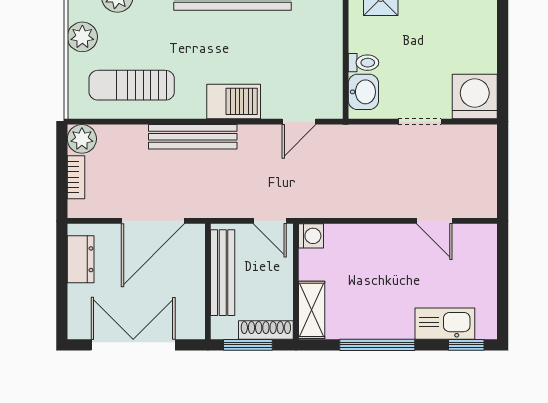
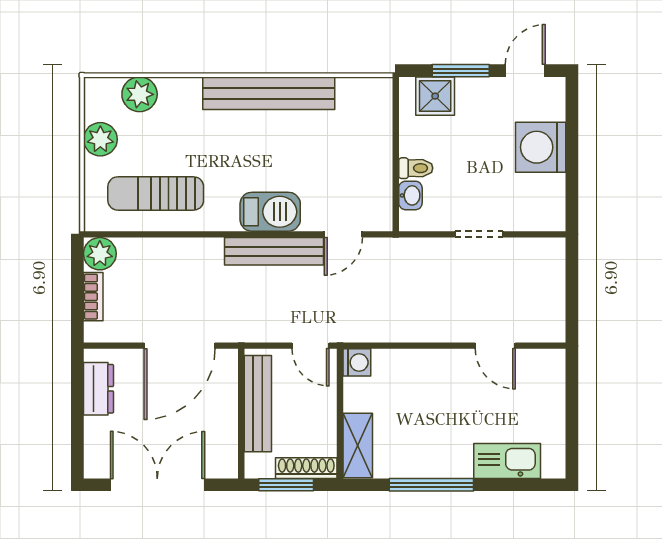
washbasin: (363, 92) -> (410, 195), width x0.72, depth x0.69
washing machine: (475, 97) -> (541, 147), moved, turned -90
bench: (193, 137) -> (274, 251), moved
window: (466, 345) -> (531, 485), removed

